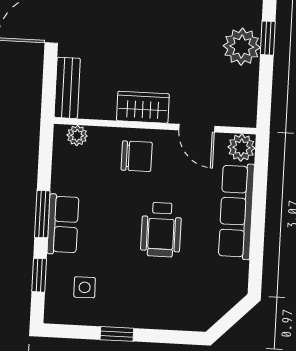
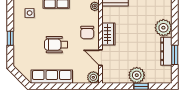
door: (197, 128) -> (101, 58), hinge flipped
row of seats: (236, 211) -> (52, 77), moved
window: (117, 334) -> (10, 38), moved

